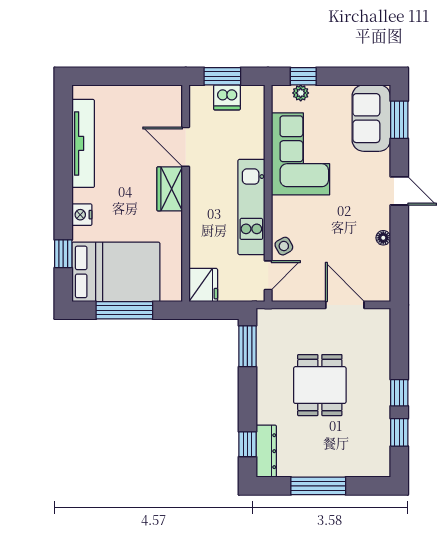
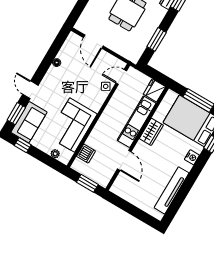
window: (303, 76) -> (23, 145), moved
dishwasher: (227, 97) -> (86, 154), moved, turned 90
wardrobe: (170, 189) -> (151, 132), moved
door: (399, 191) -> (30, 90), moved
kitchen unit: (251, 207) -> (137, 122), moved, turned 180
window: (247, 346) -> (157, 39), moved

